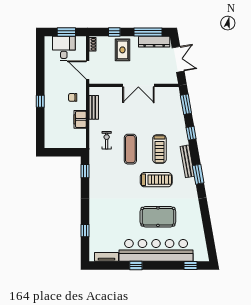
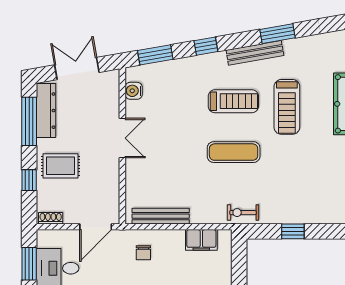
double door: (138, 85) -> (122, 138), width x0.73
water cooler: (165, 92) -> (134, 91), added
bench: (94, 107) -> (161, 216), width x1.36
filing cabinet: (80, 119) -> (201, 240), moved
exercise bike: (107, 140) -> (243, 213), moved
window: (85, 171) -> (293, 231), moved
treadmill: (156, 180) -> (287, 107), turned 180

